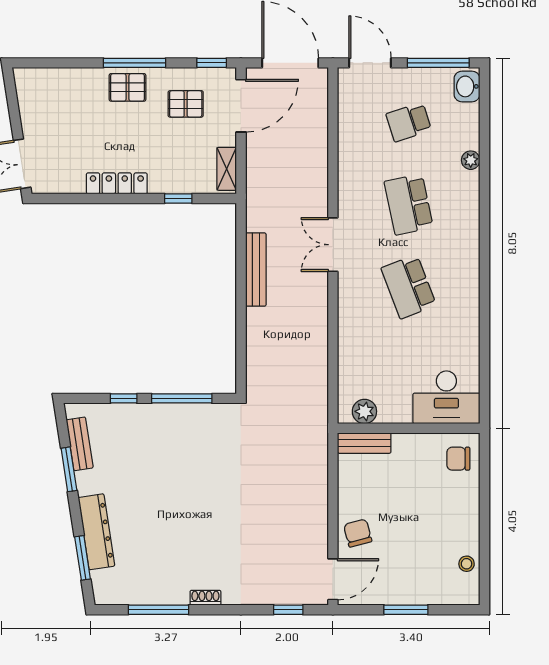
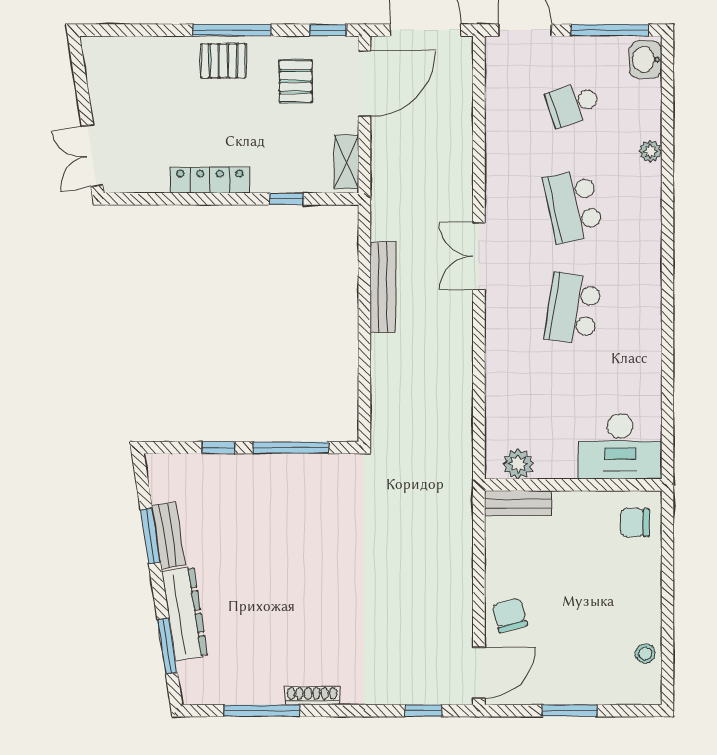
pallet: (186, 104) -> (296, 81), turned 90
school desk: (409, 287) -> (573, 309), turned 30
bench: (80, 444) -> (169, 535), moved
shoe rack: (205, 598) -> (312, 696), width x1.43

